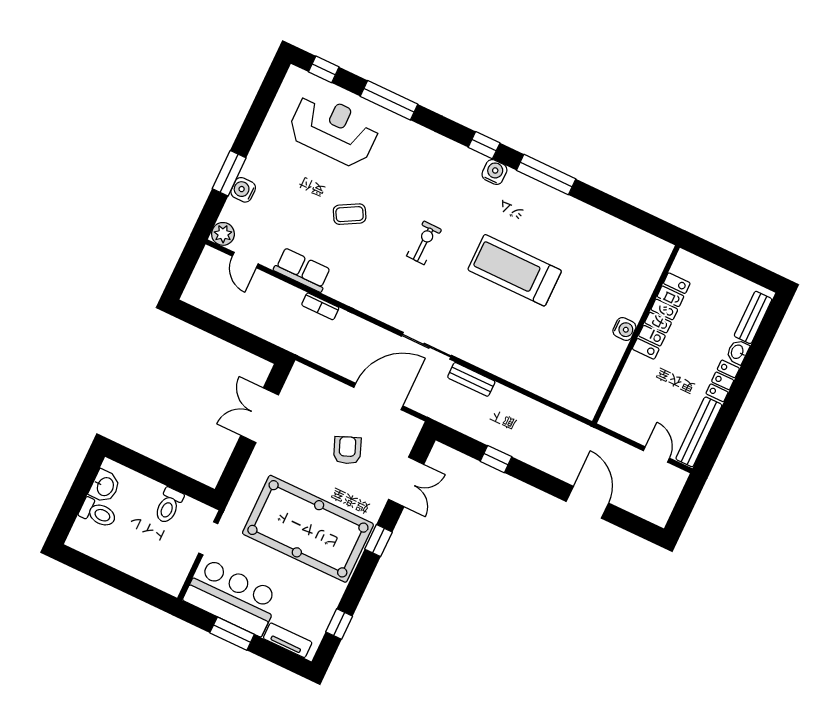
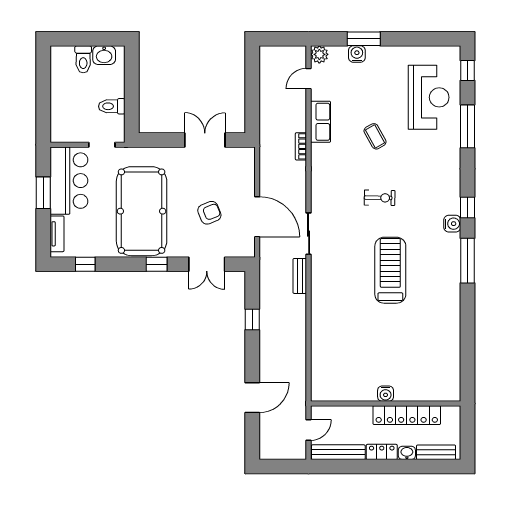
locker: (661, 316) -> (407, 415), moved
water cooler: (624, 329) -> (386, 394), moved
wall: (636, 334) -> (386, 403), moved

